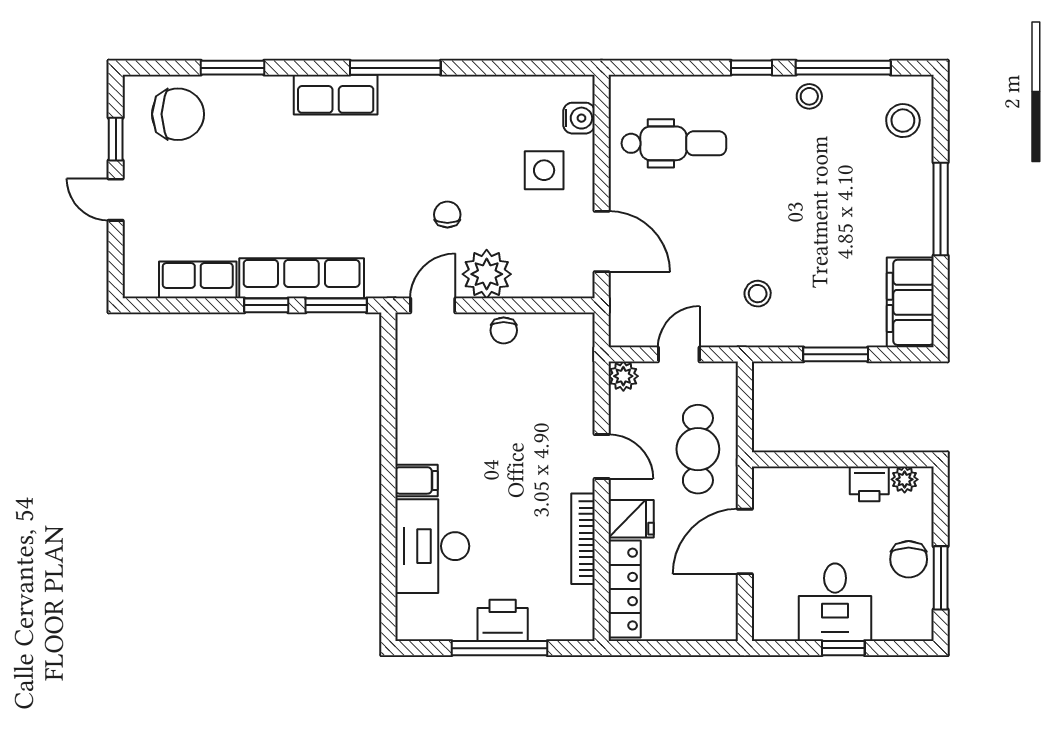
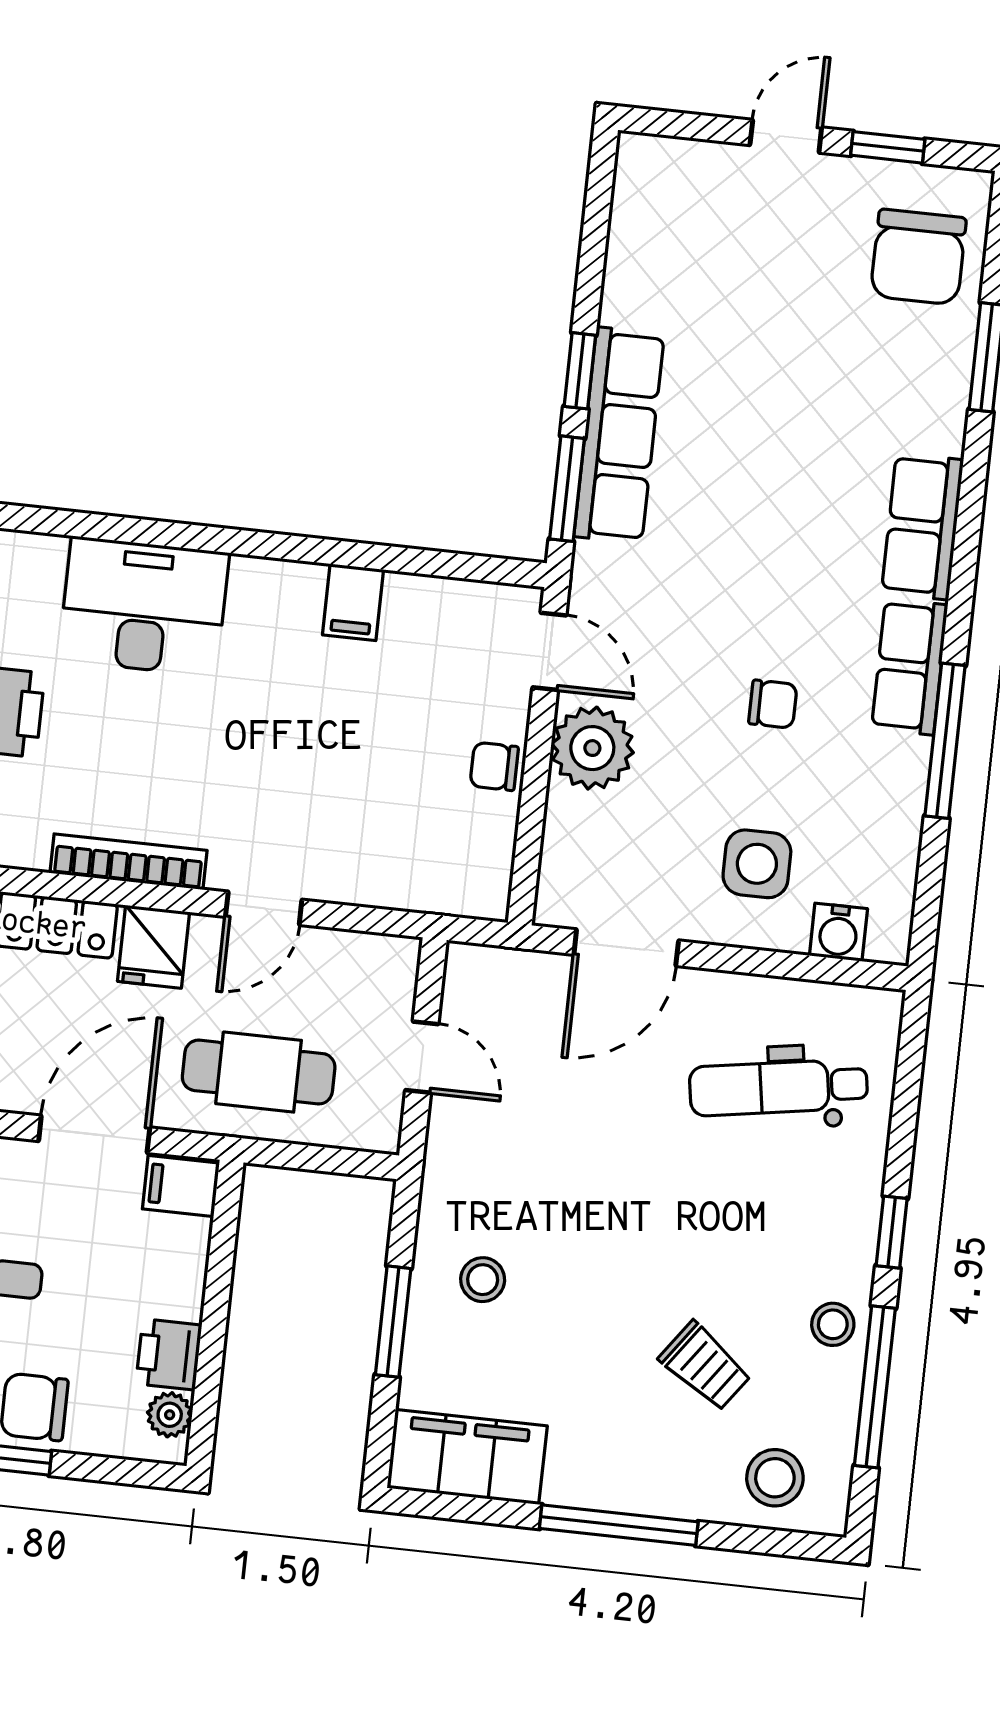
window: (395, 68) -> (945, 741), moved
dental chair: (674, 143) -> (779, 1088), turned 81
trolley: (842, 169) -> (705, 1366), added
chair: (447, 215) -> (773, 704), moved
row of seats: (198, 280) -> (910, 667), moved, turned 180
stool: (758, 294) -> (483, 1280), moved
plant: (623, 376) -> (395, 960), removed
filing cabinet: (416, 480) -> (353, 602), moved
filing cabinet: (770, 487) -> (181, 1186), added
door: (745, 542) -> (94, 1134), hinge flipped

